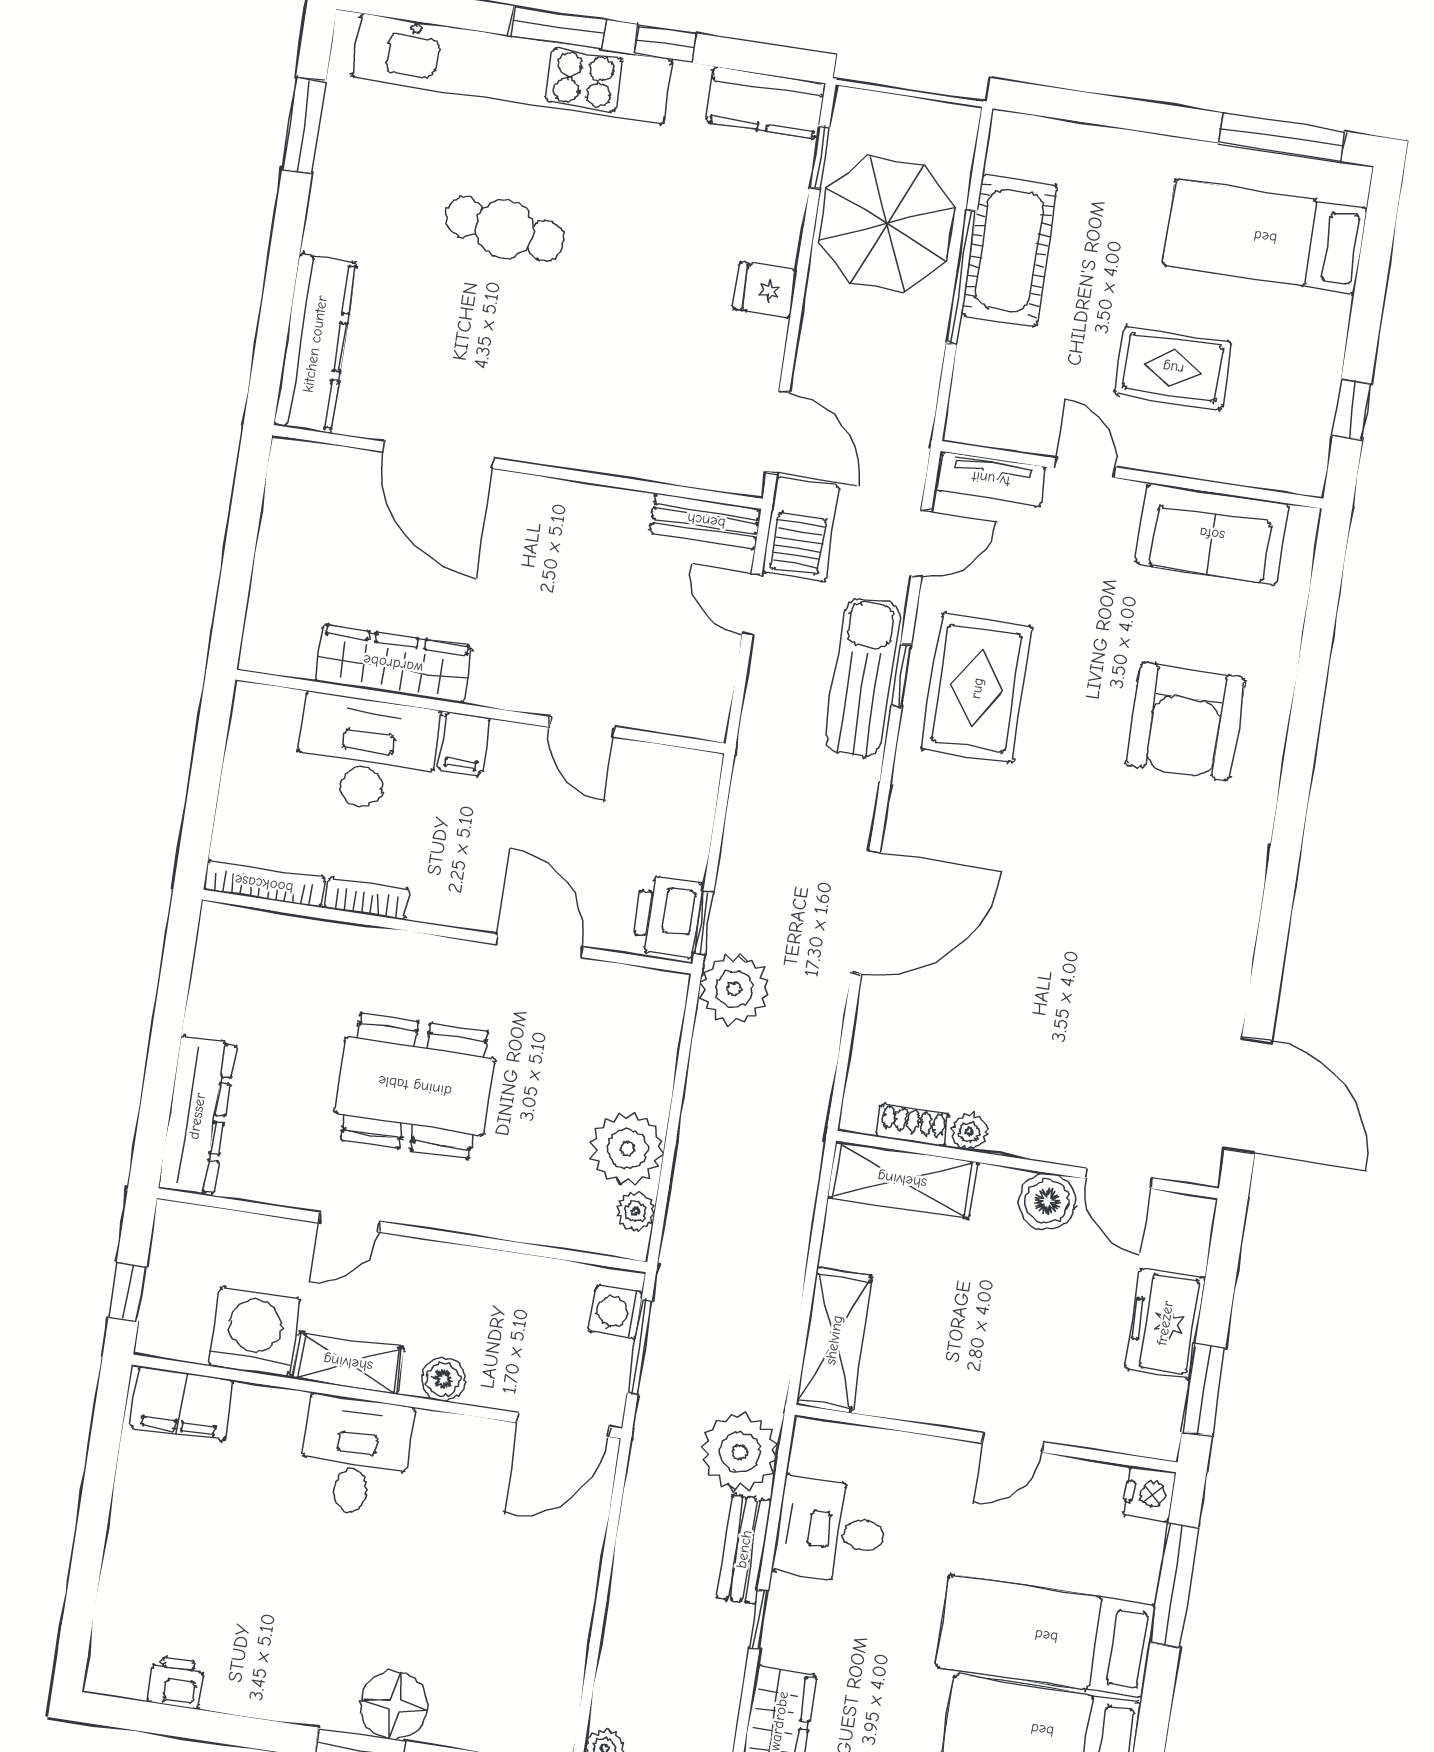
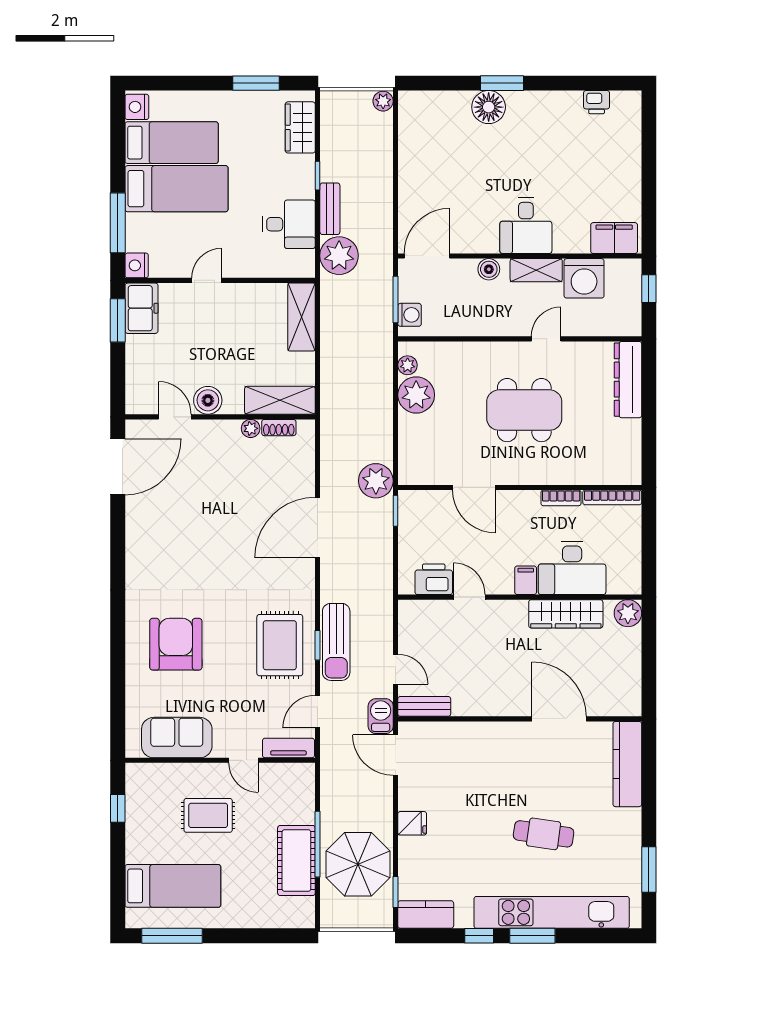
barbecue: (801, 529) -> (381, 716), width x0.73, depth x0.79
plant: (268, 646) -> (628, 613), added
printer: (668, 917) -> (434, 579), moved, turned -90
door: (1248, 1095) -> (118, 467), swing flipped
freezer: (1165, 1323) -> (142, 308), moved

